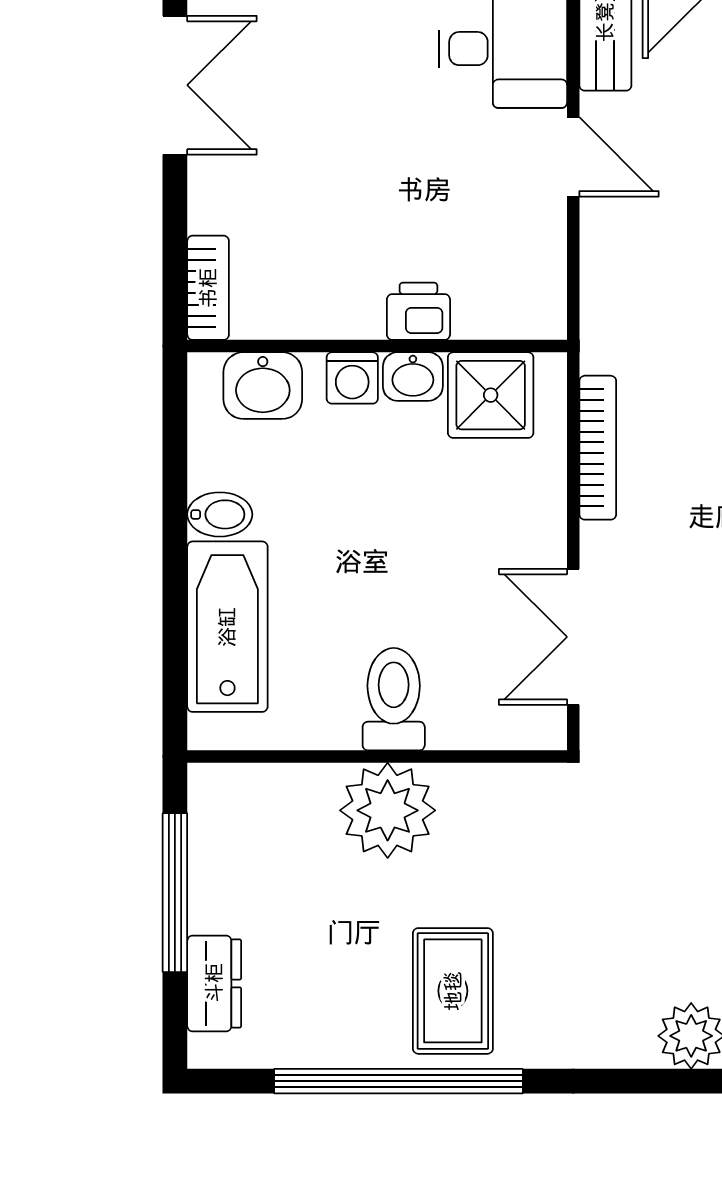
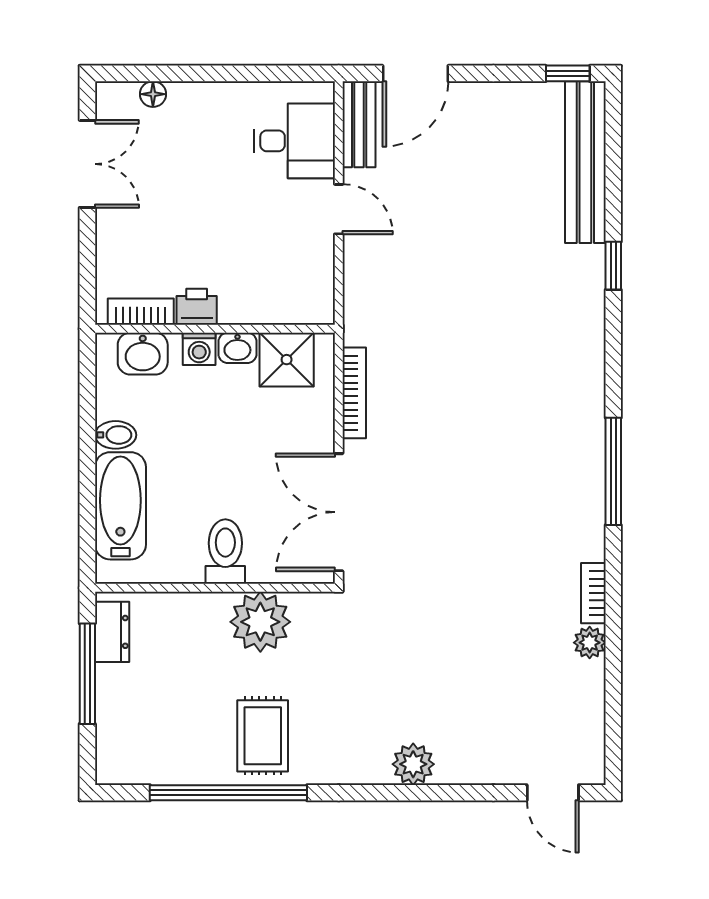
bookcase: (208, 288) -> (141, 312), moved, turned -90
printer: (418, 311) -> (197, 307), moved
double door: (573, 637) -> (339, 512), width x1.37
plant: (388, 810) -> (260, 622), moved
dresser: (214, 983) -> (112, 632), moved

